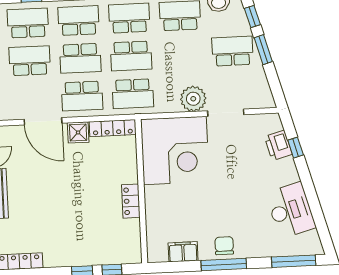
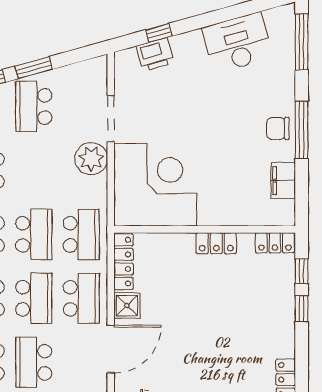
locker: (133, 248) -> (275, 243), added

